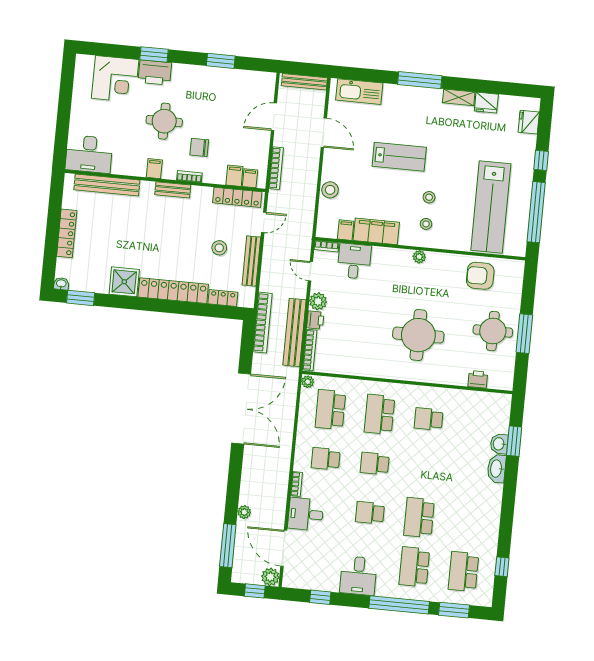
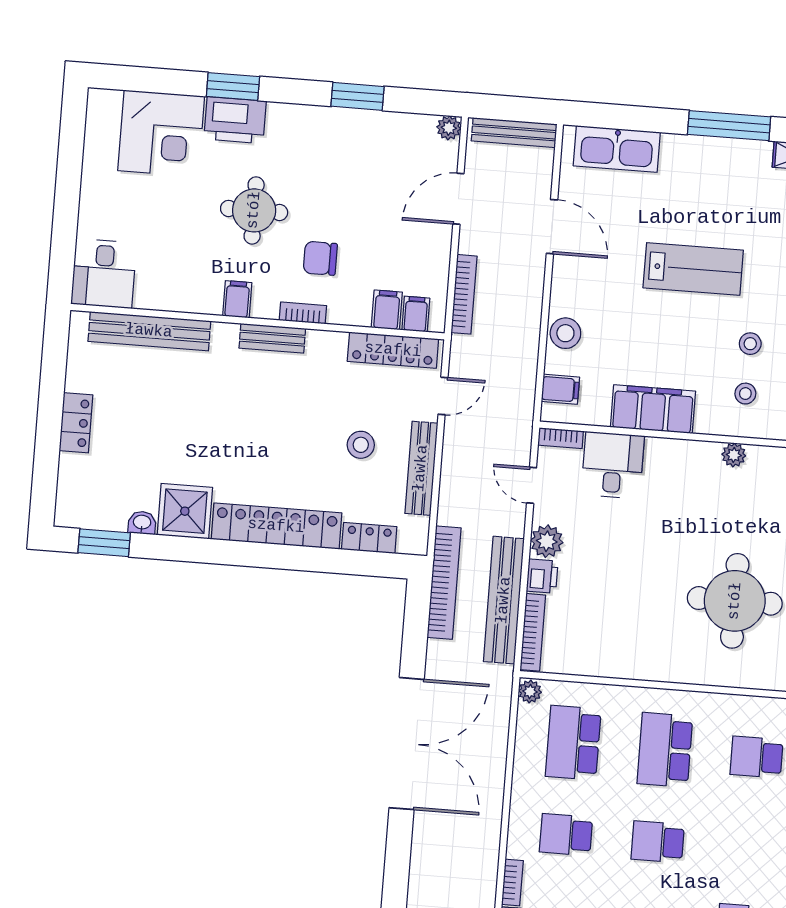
plant: (269, 79) -> (449, 128), added
desk: (89, 154) -> (104, 273), width x0.73
filing cabinet: (346, 230) -> (560, 389), moved, turned 90
locker: (67, 233) -> (76, 423), width x0.66
washbasin: (61, 284) -> (142, 523), moved

